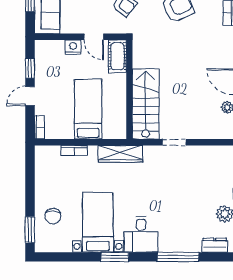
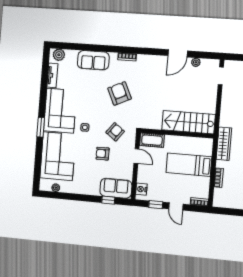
door: (94, 37) -> (136, 156), hinge flipped
nightstand: (73, 47) -> (141, 189), moved
doorway: (174, 142) -> (221, 76), moved

